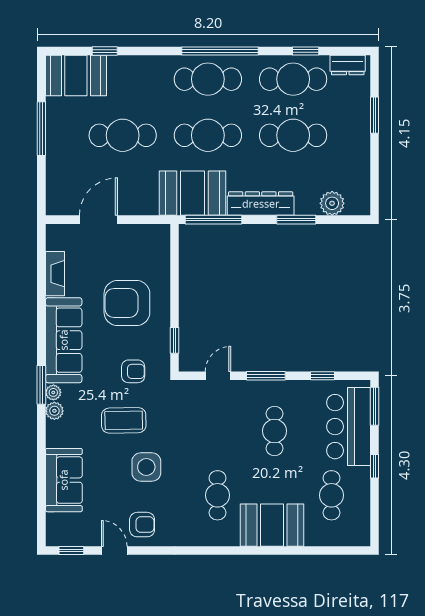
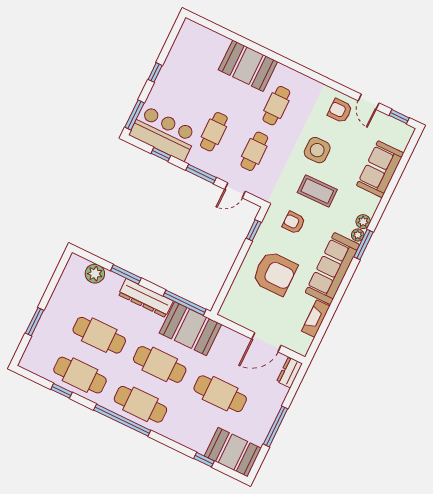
dresser: (348, 65) -> (289, 372), moved, turned -90
bar counter: (349, 427) -> (164, 133), moved, turned -90
cafe table: (332, 495) -> (254, 151), moved

